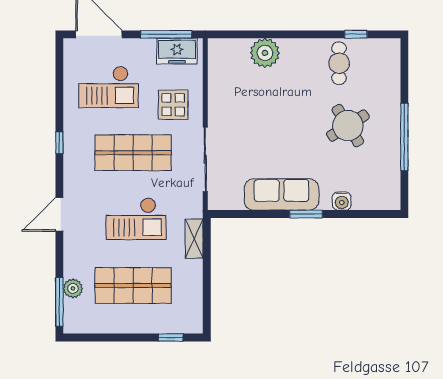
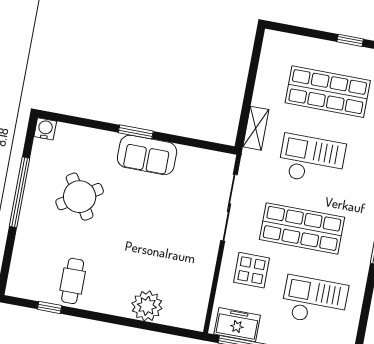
round table: (348, 126) -> (80, 197), moved
sofa: (282, 194) -> (147, 155), width x0.73
water cooler: (342, 201) -> (45, 129), moved
window: (171, 338) -> (350, 40), moved

